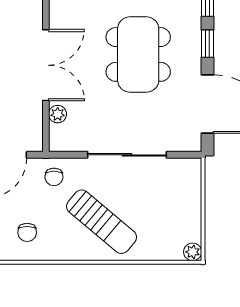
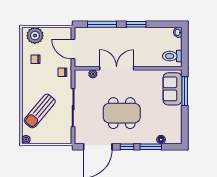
double door: (46, 65) -> (117, 68), swing flipped
sun lounger: (102, 222) -> (40, 111), moved

